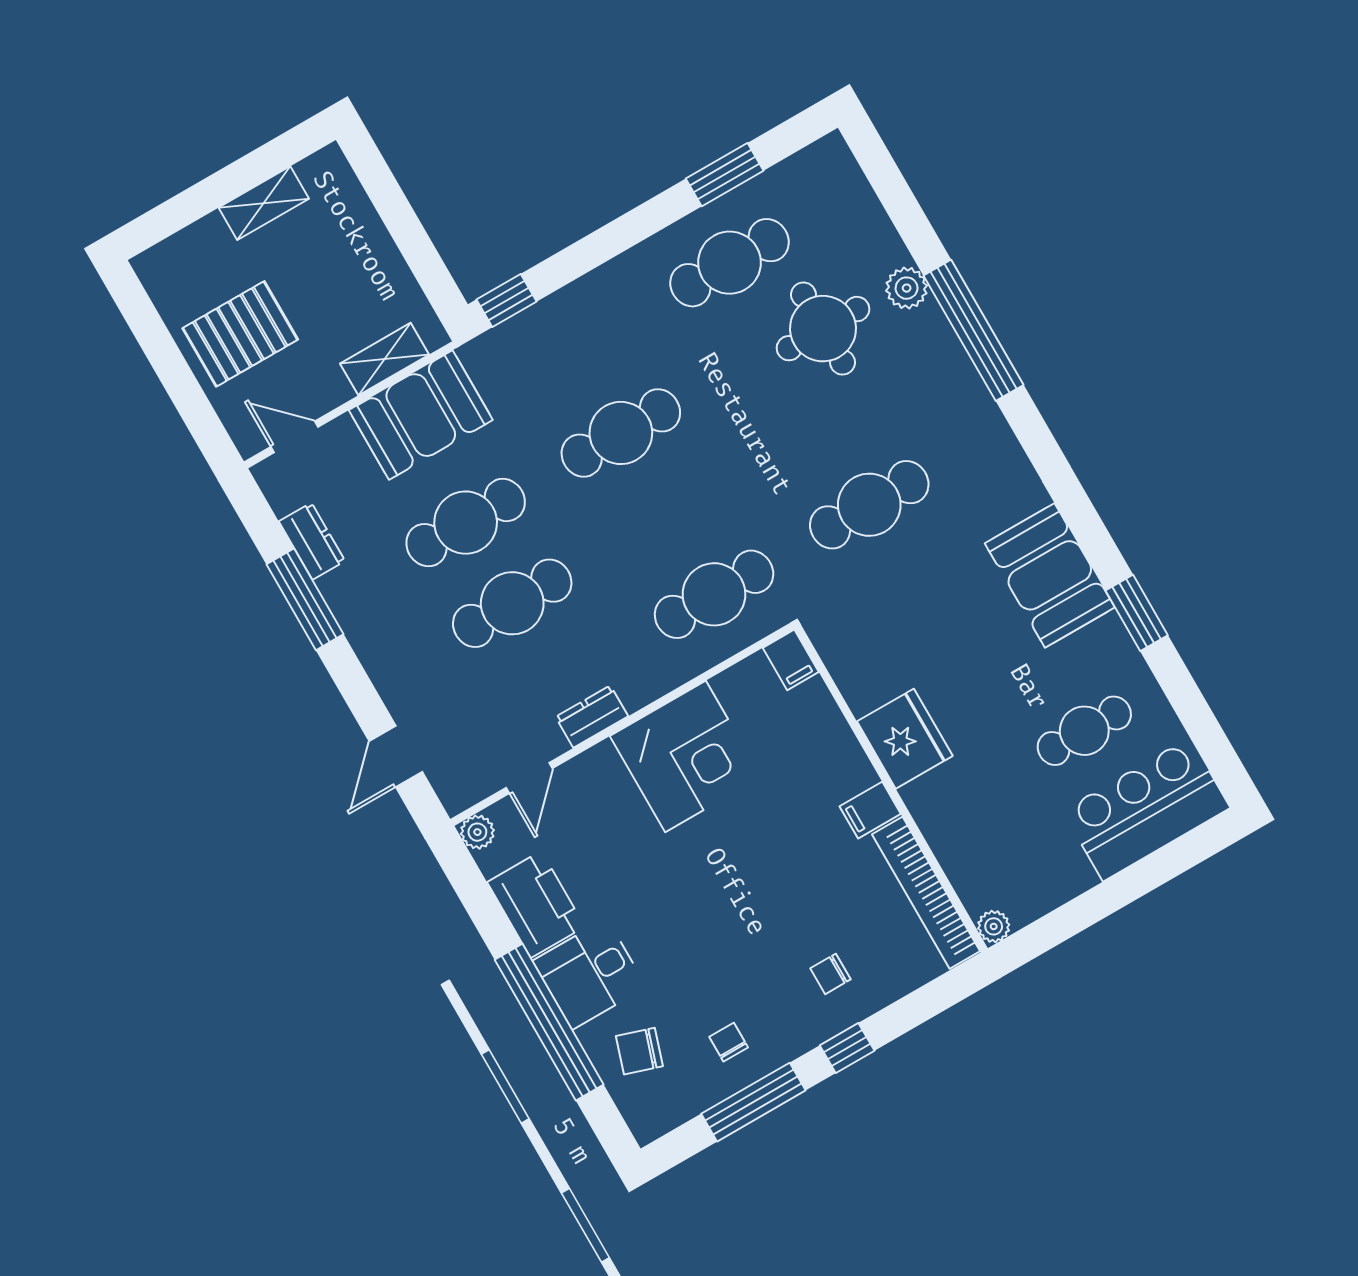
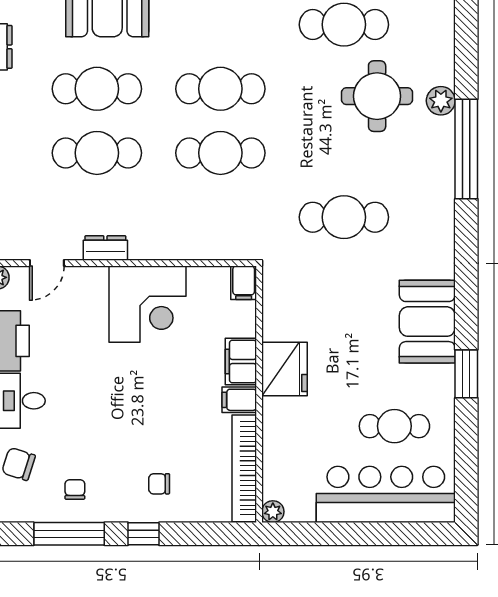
cafe table: (714, 594) -> (220, 153), moved
filing cabinet: (844, 761) -> (241, 361), added
bar counter: (1146, 809) -> (386, 494), width x1.36

